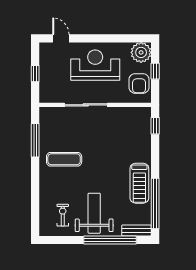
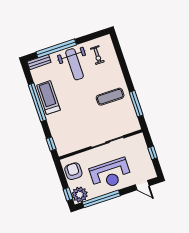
window: (116, 38) -> (101, 199), added
window: (155, 71) -> (68, 194), moved
window: (155, 203) -> (37, 102), moved

